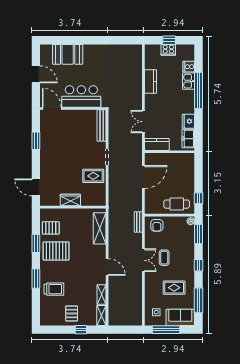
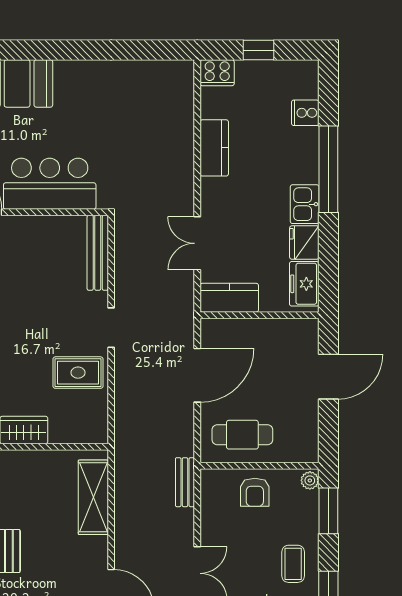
cooker: (168, 50) -> (217, 73), moved
kitchen sink: (189, 81) -> (305, 204), moved
door: (199, 178) -> (328, 377), added
window: (199, 198) -> (328, 426), removed
cafe table: (177, 204) -> (242, 435), moved
armchair: (157, 225) -> (255, 492), moved
coffee table: (164, 258) -> (293, 564), moved

